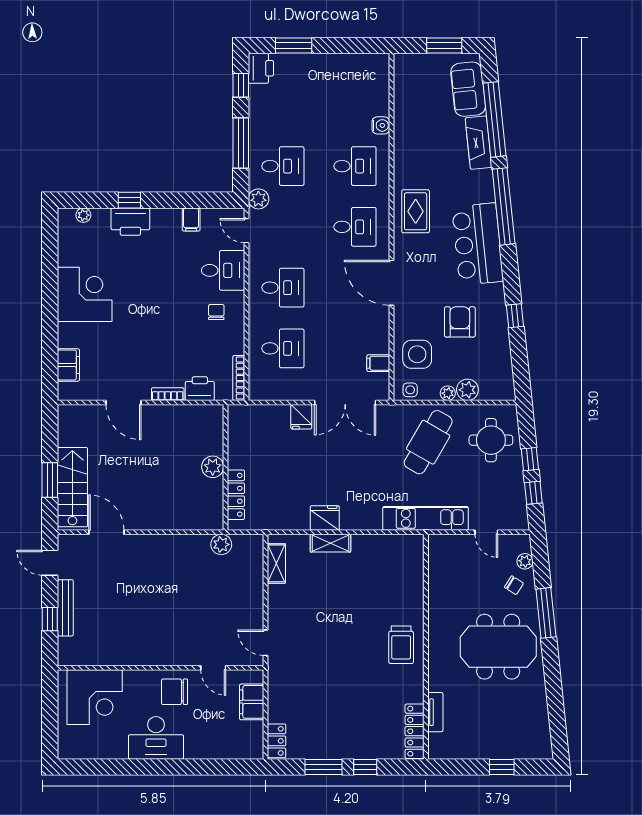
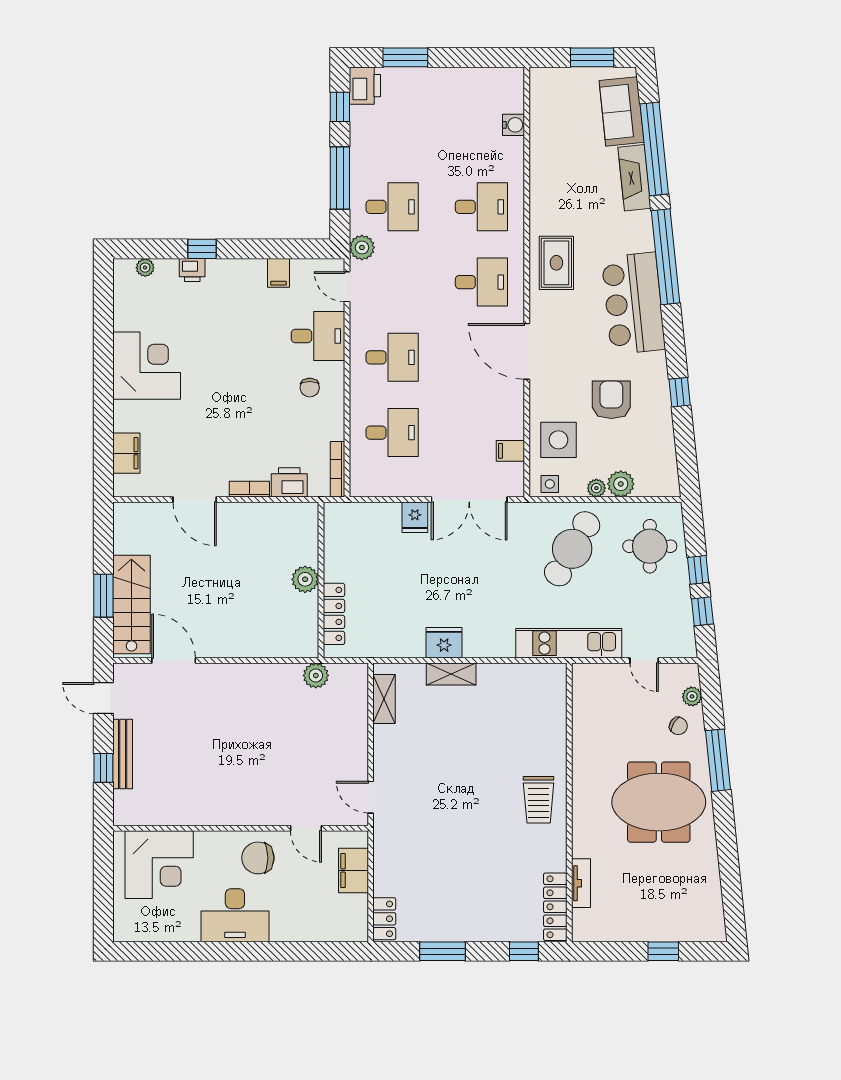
water cooler: (381, 125) -> (514, 125), moved
printer: (130, 222) -> (192, 270), width x0.53, depth x0.68
chair: (216, 312) -> (310, 388), turned 180
window: (365, 767) -> (524, 951), moved

